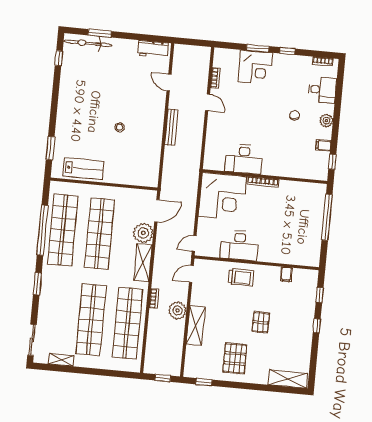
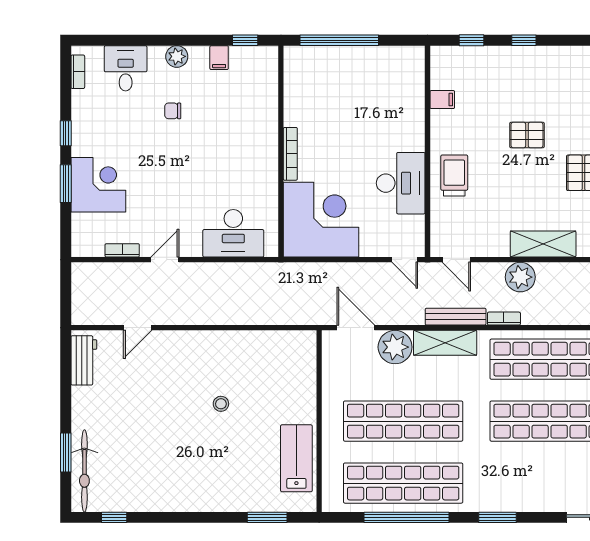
bench: (171, 127) -> (456, 317), moved
desk: (244, 159) -> (233, 233), moved, turned 90

